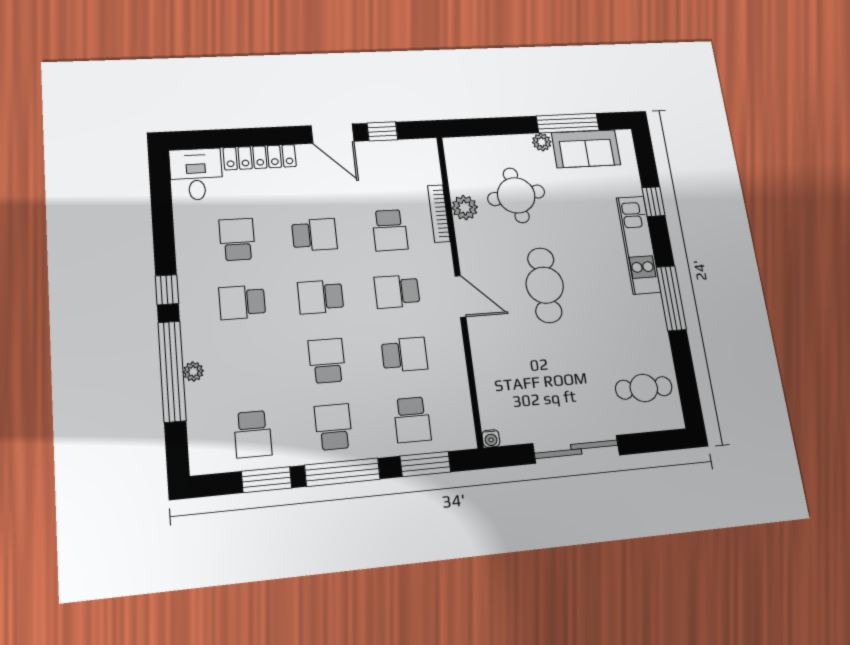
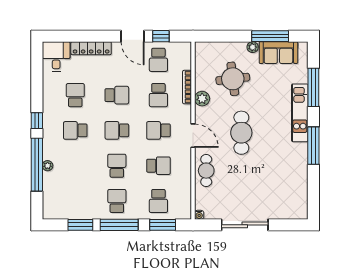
window: (653, 202) -> (313, 87), width x2.17
plant: (465, 208) -> (202, 99), moved
cafe table: (644, 388) -> (206, 171), moved, turned 90
school desk: (253, 434) -> (158, 60), moved

